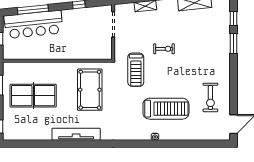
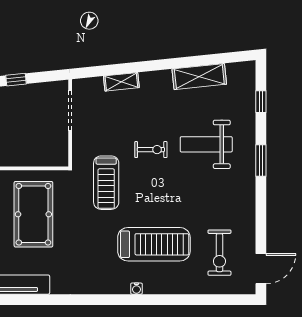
window: (233, 43) -> (261, 160), moved
weight bench: (199, 46) -> (206, 144), added
exercise bike: (210, 97) -> (219, 253), moved

